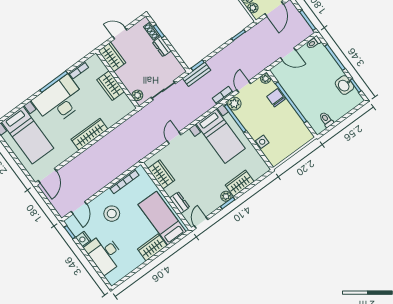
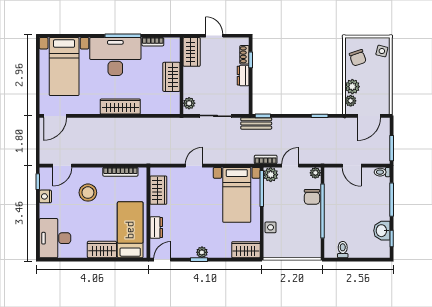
chair: (276, 98) -> (312, 197), turned 180
wardrobe: (240, 183) -> (246, 250), moved
desk: (105, 254) -> (55, 238), moved

